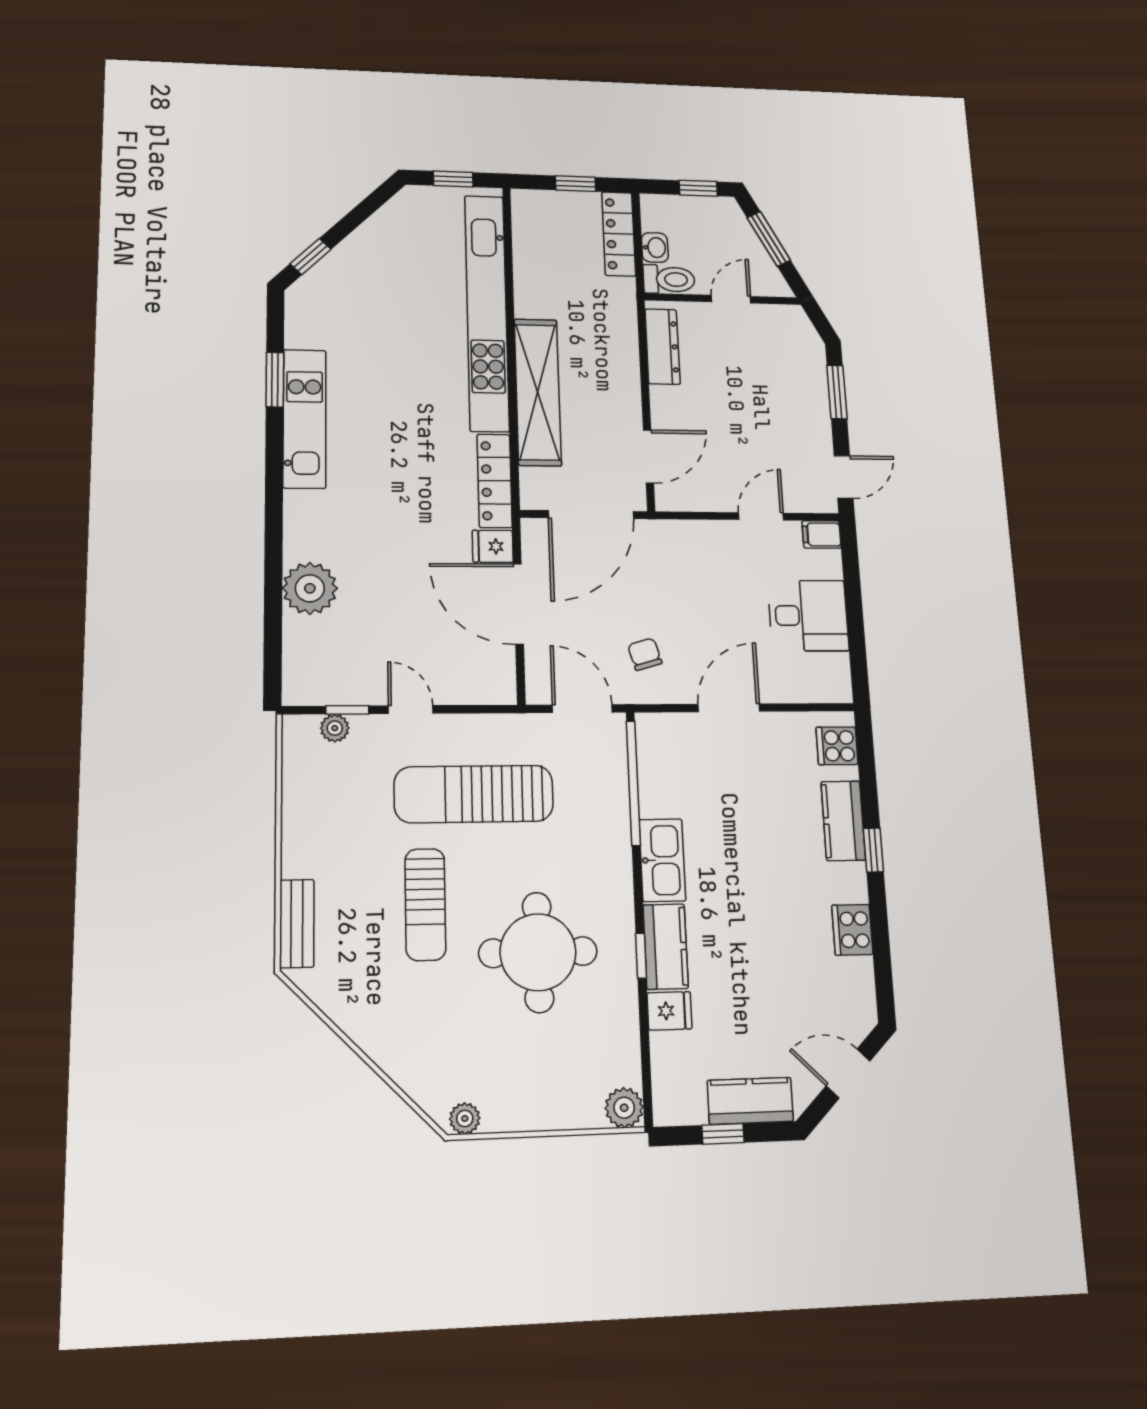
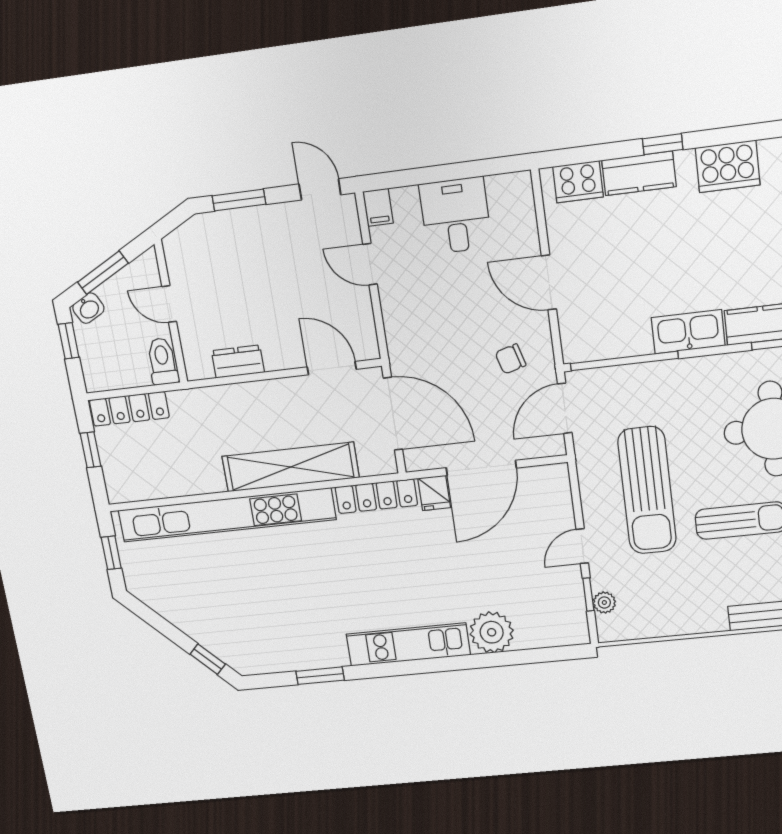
washbasin: (655, 247) -> (88, 308), moved, turned 152
dresser: (662, 347) -> (238, 362), width x0.70
kitchen unit: (305, 419) -> (408, 645), moved
cooker: (837, 746) -> (578, 182), width x1.36
cooker: (852, 930) -> (728, 166), width x1.37, depth x1.31

